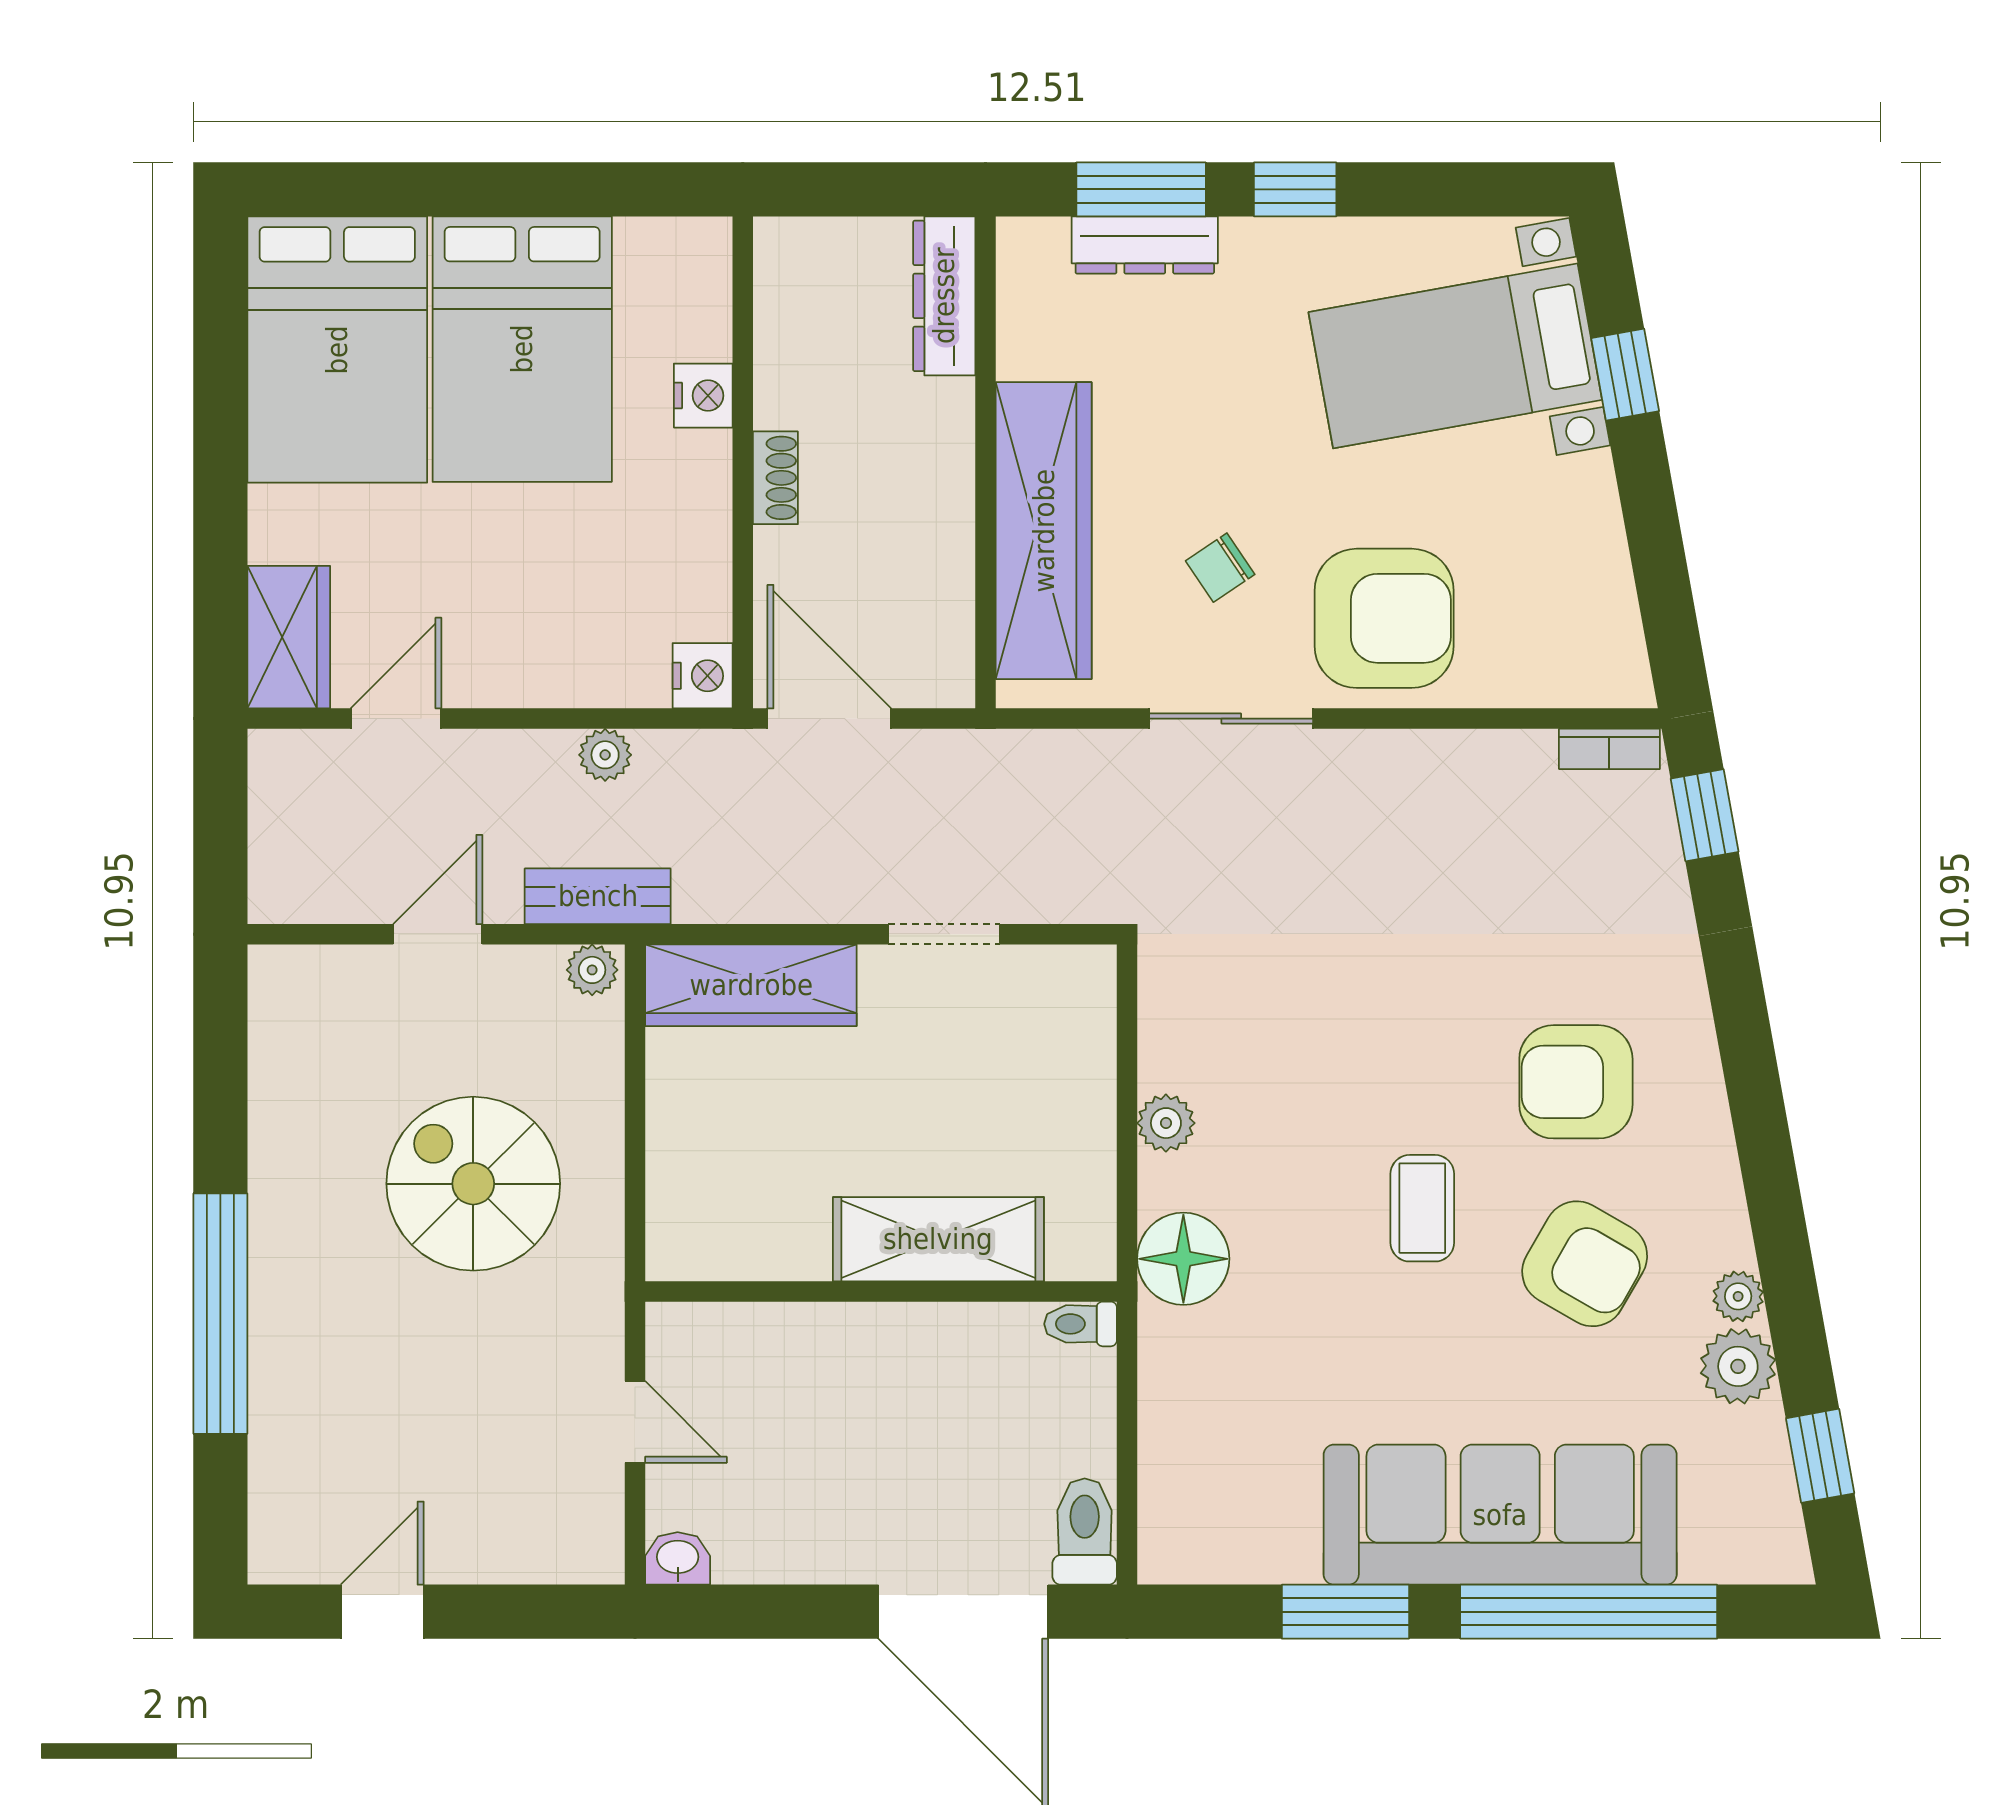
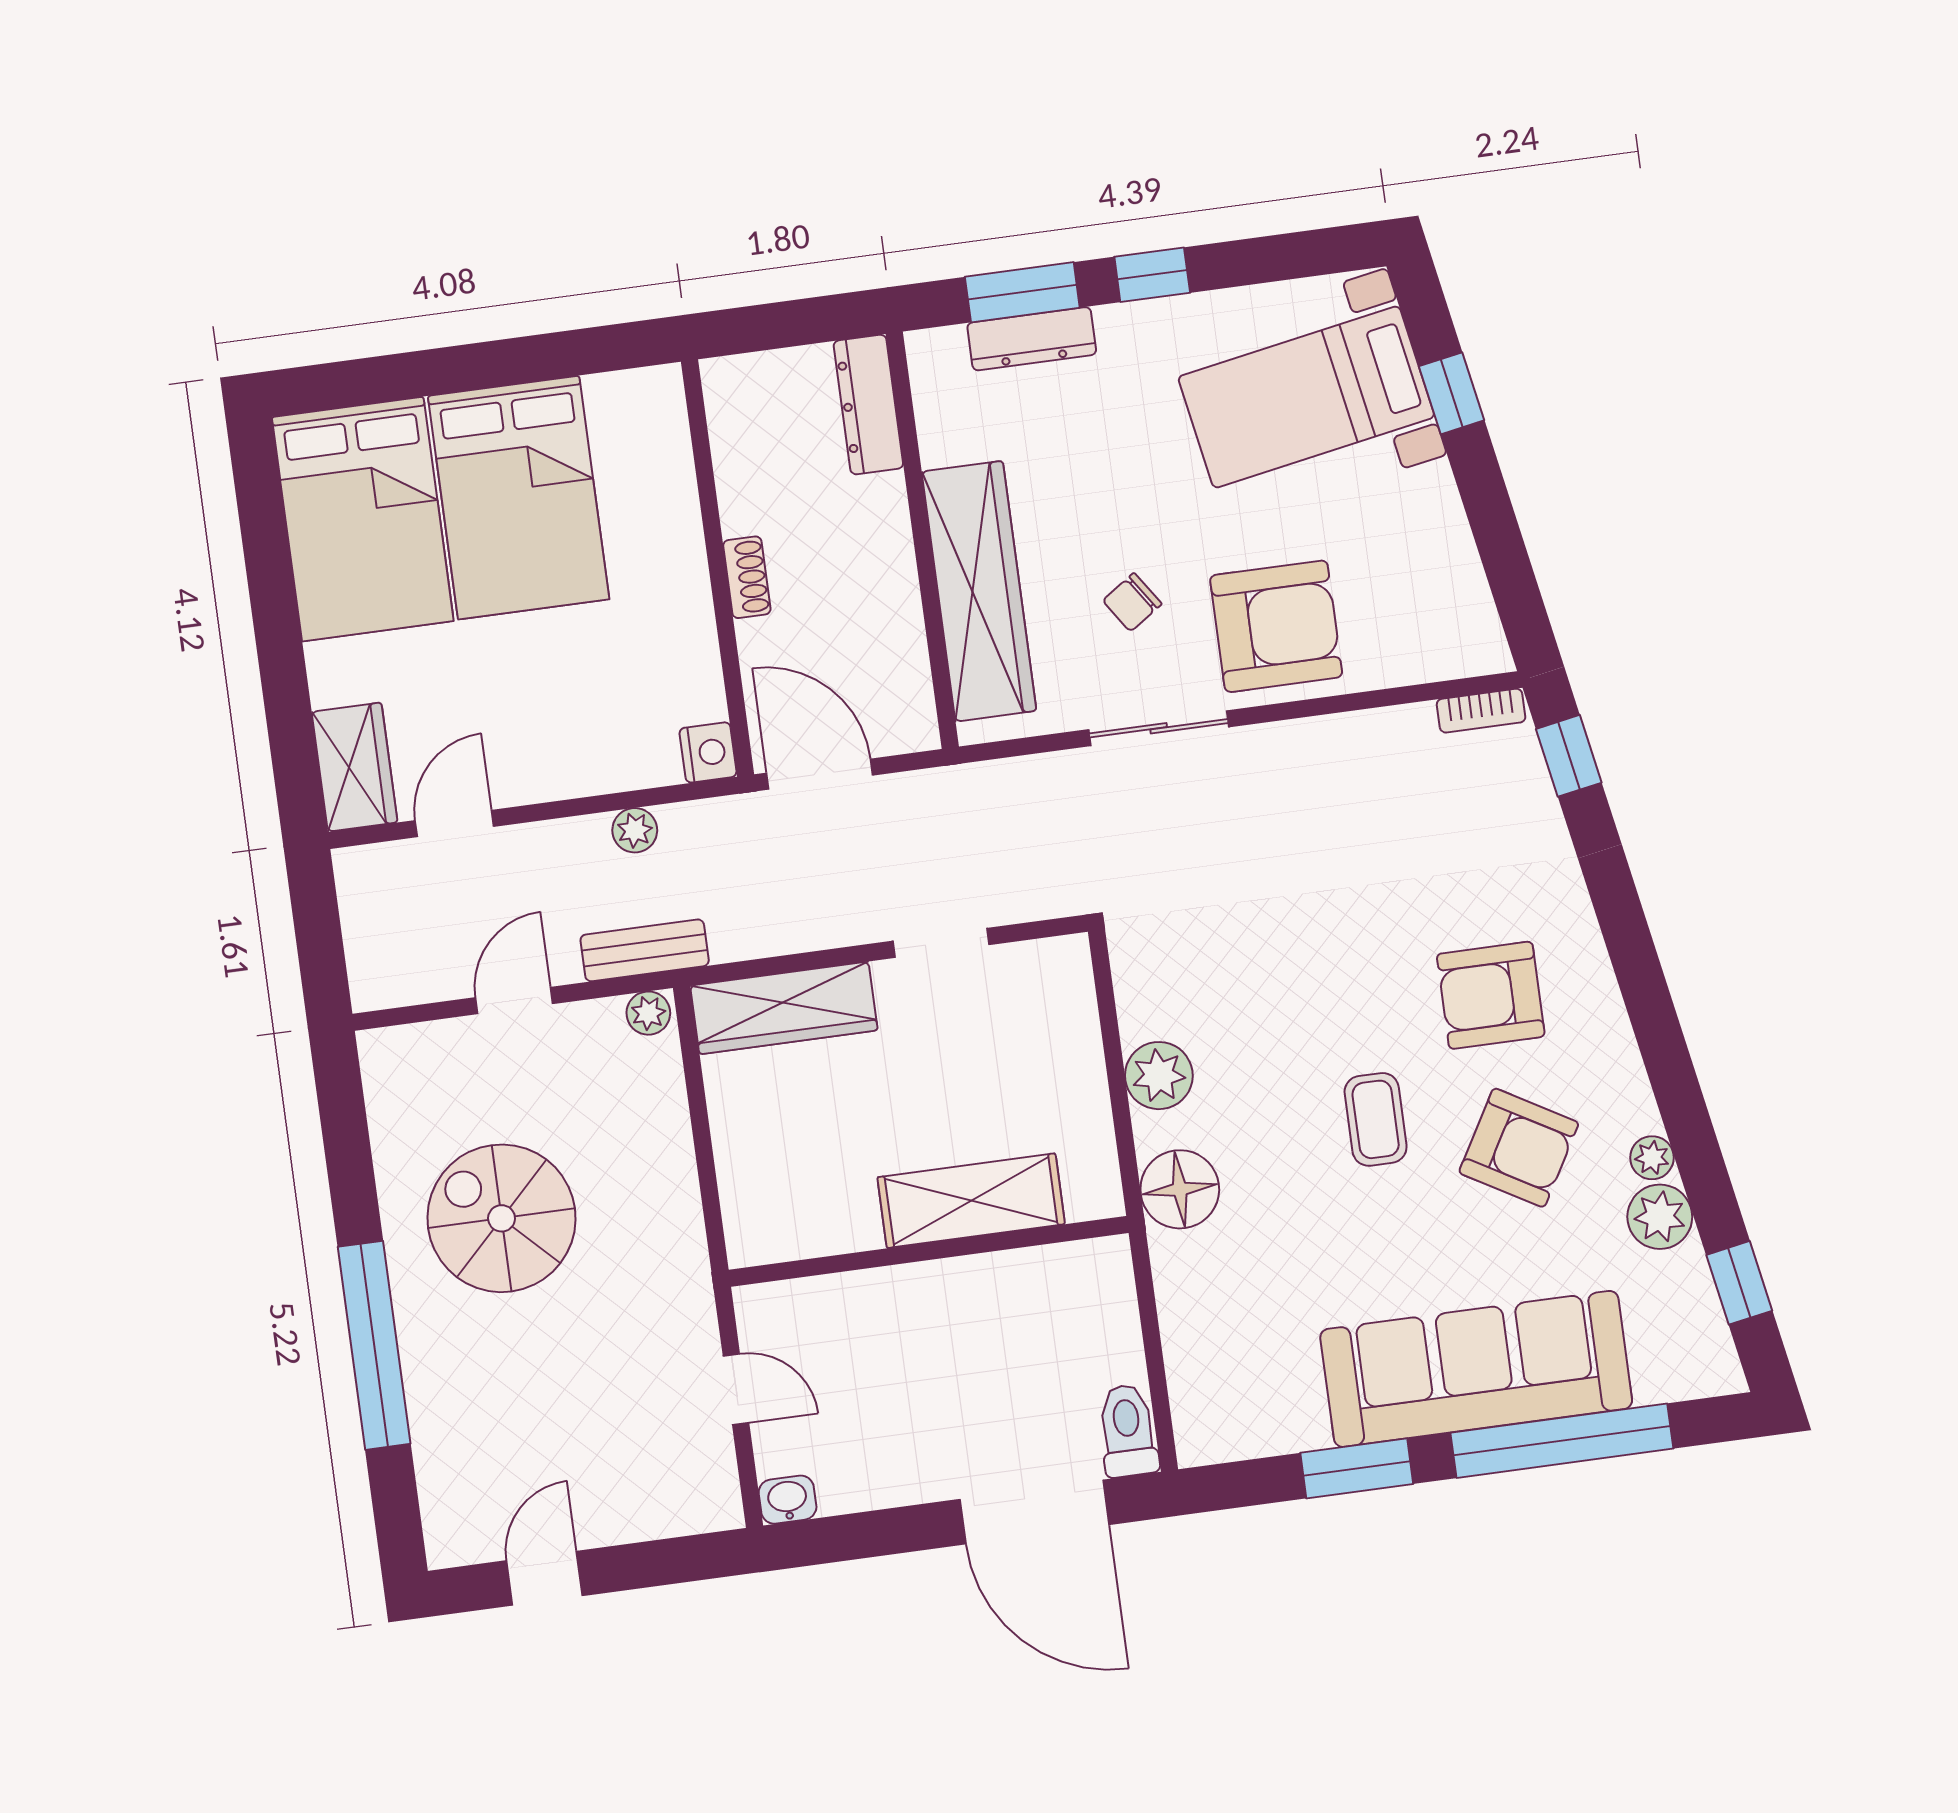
nightstand: (703, 396) -> (677, 516), removed
plant: (1166, 1123) -> (1159, 1076), width x1.38, depth x1.38
spiral stairs: (473, 1184) -> (502, 1218), moved
toilet: (1081, 1324) -> (1101, 1256), removed

